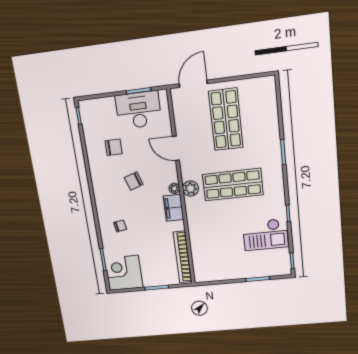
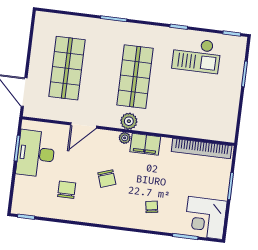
shop shelf: (226, 119) -> (67, 68), turned 90
checkout: (265, 235) -> (197, 55), turned 90

